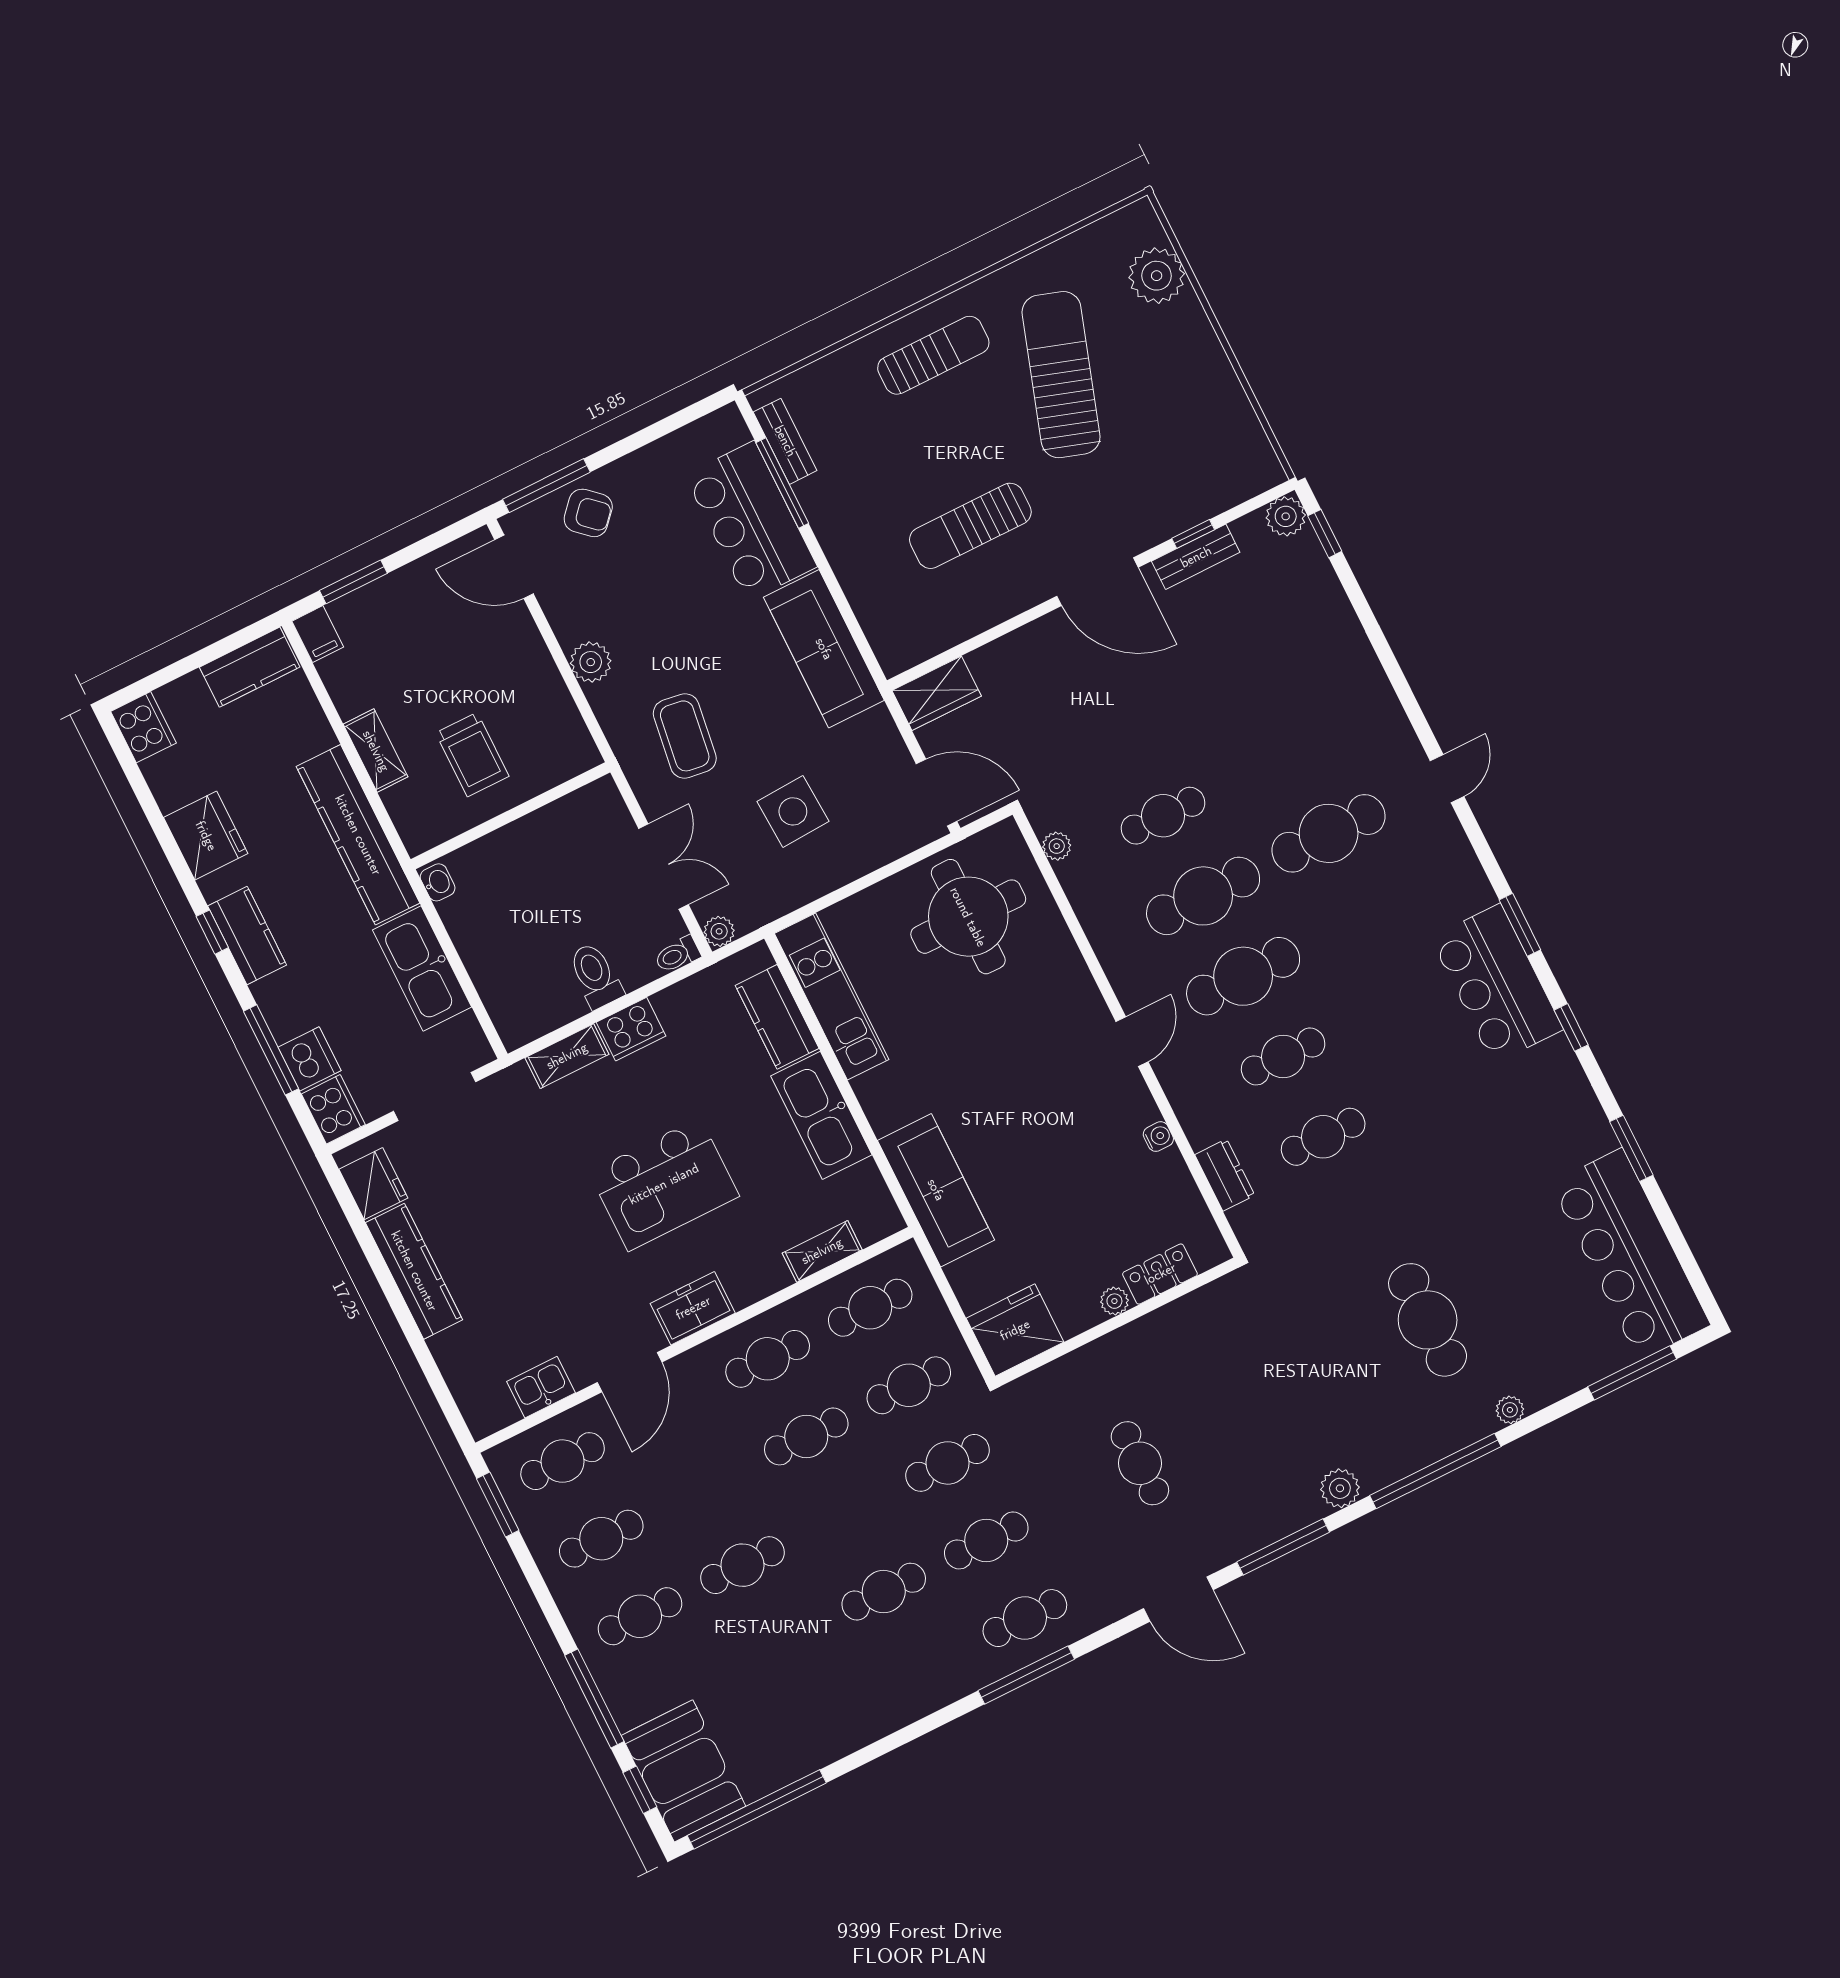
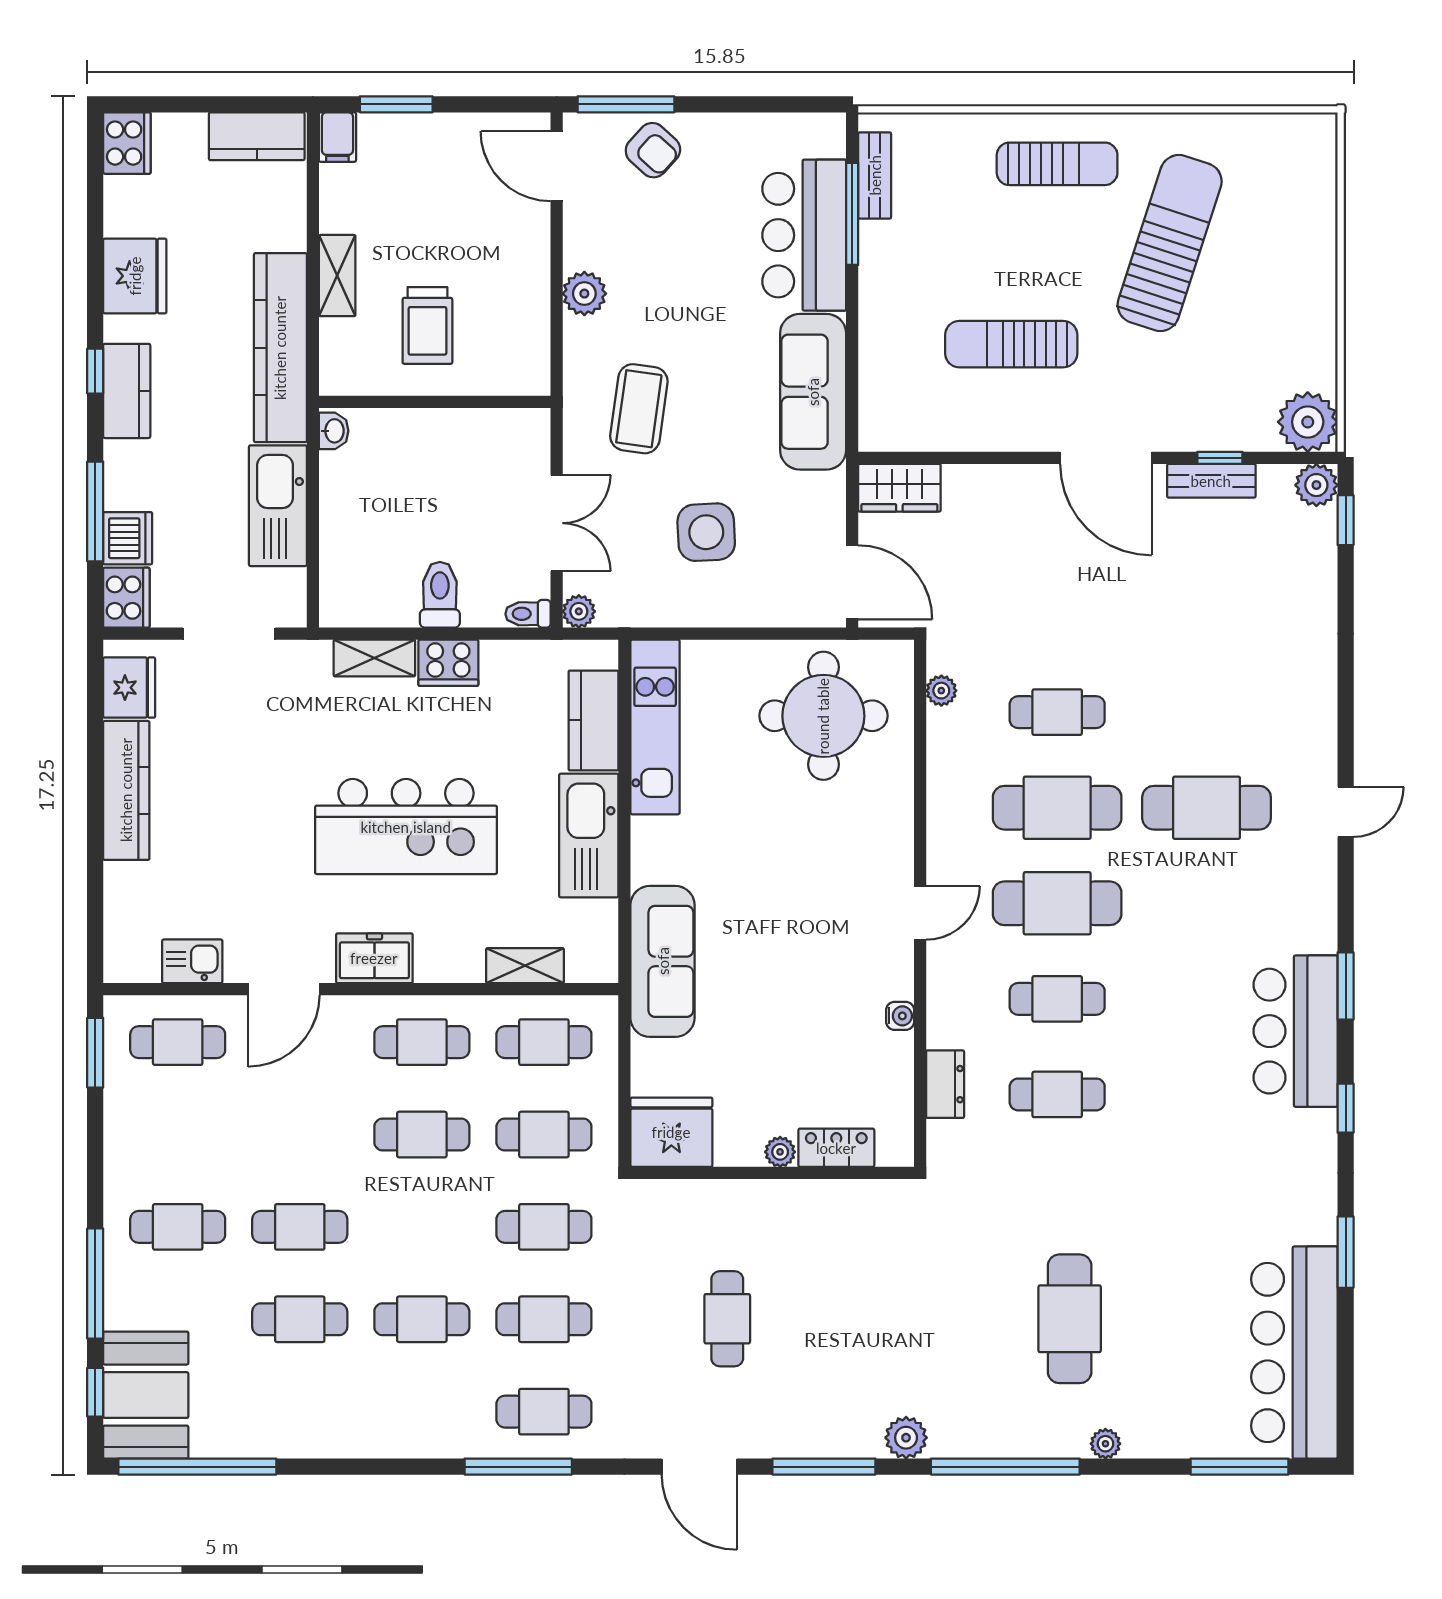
plant: (1157, 276) -> (1308, 422), moved
kitchen island: (664, 1184) -> (406, 827), width x1.37
cafe table: (601, 1539) -> (300, 1319), moved

